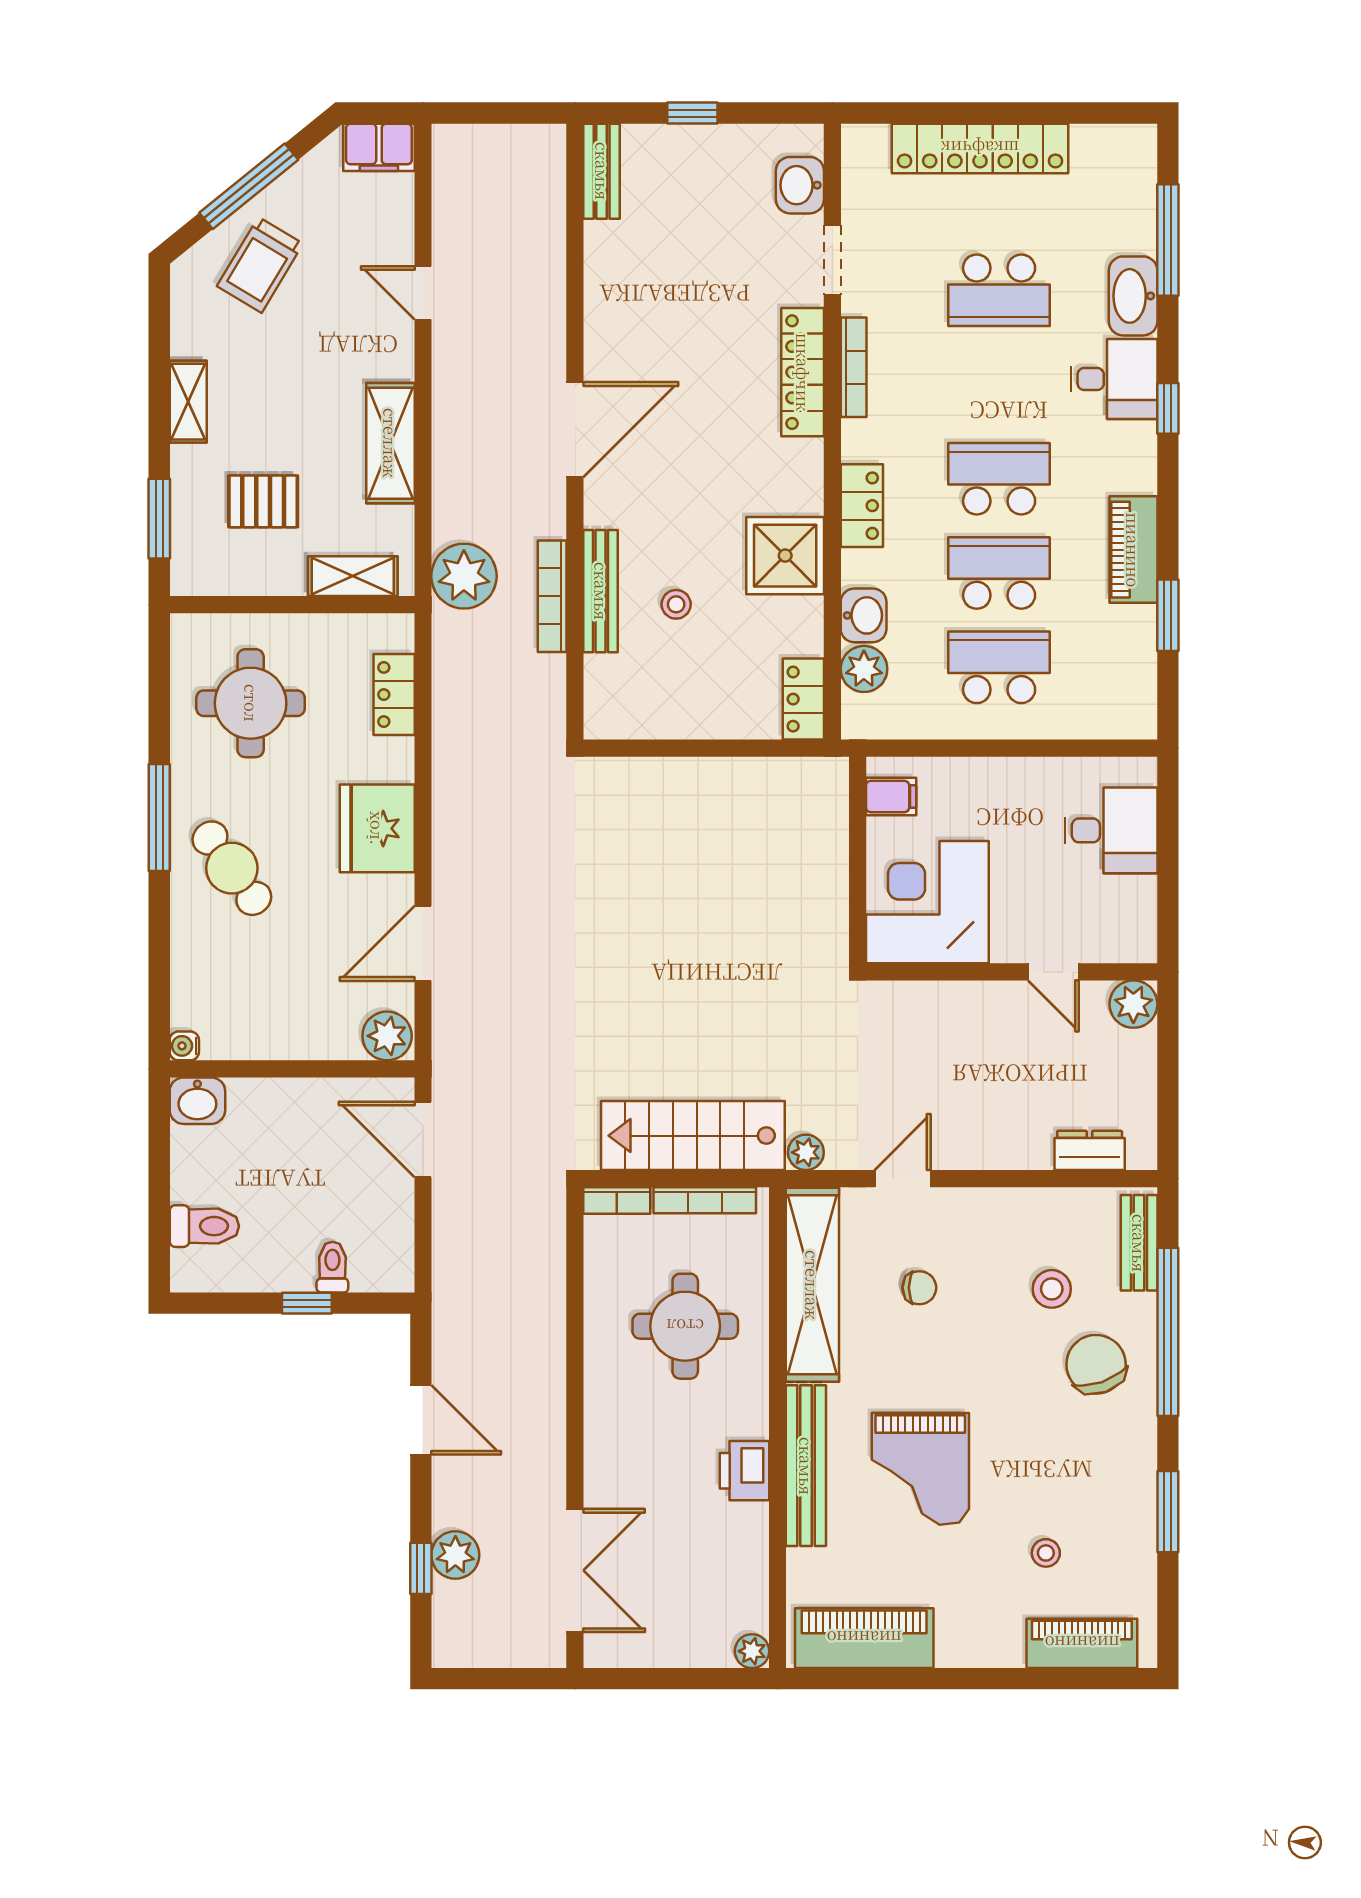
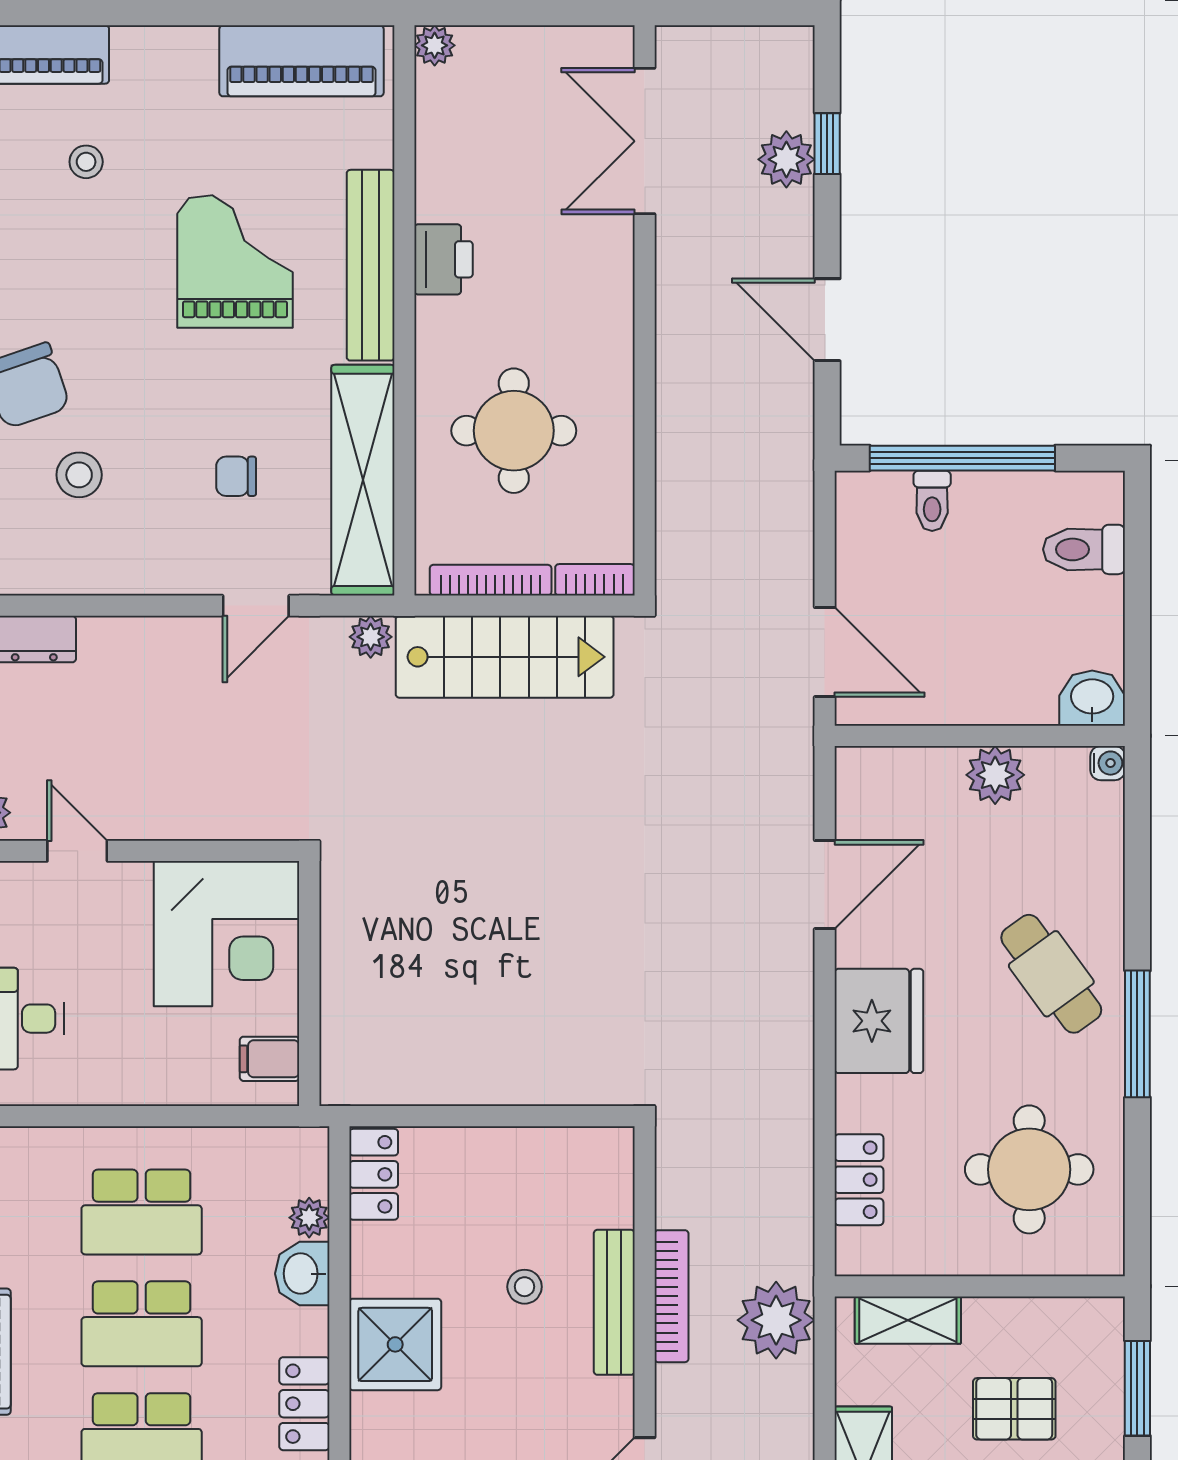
plant: (864, 669) -> (309, 1218), width x0.73, depth x0.73
plant: (387, 1036) -> (995, 775), moved
window: (307, 1303) -> (962, 458), width x3.17

